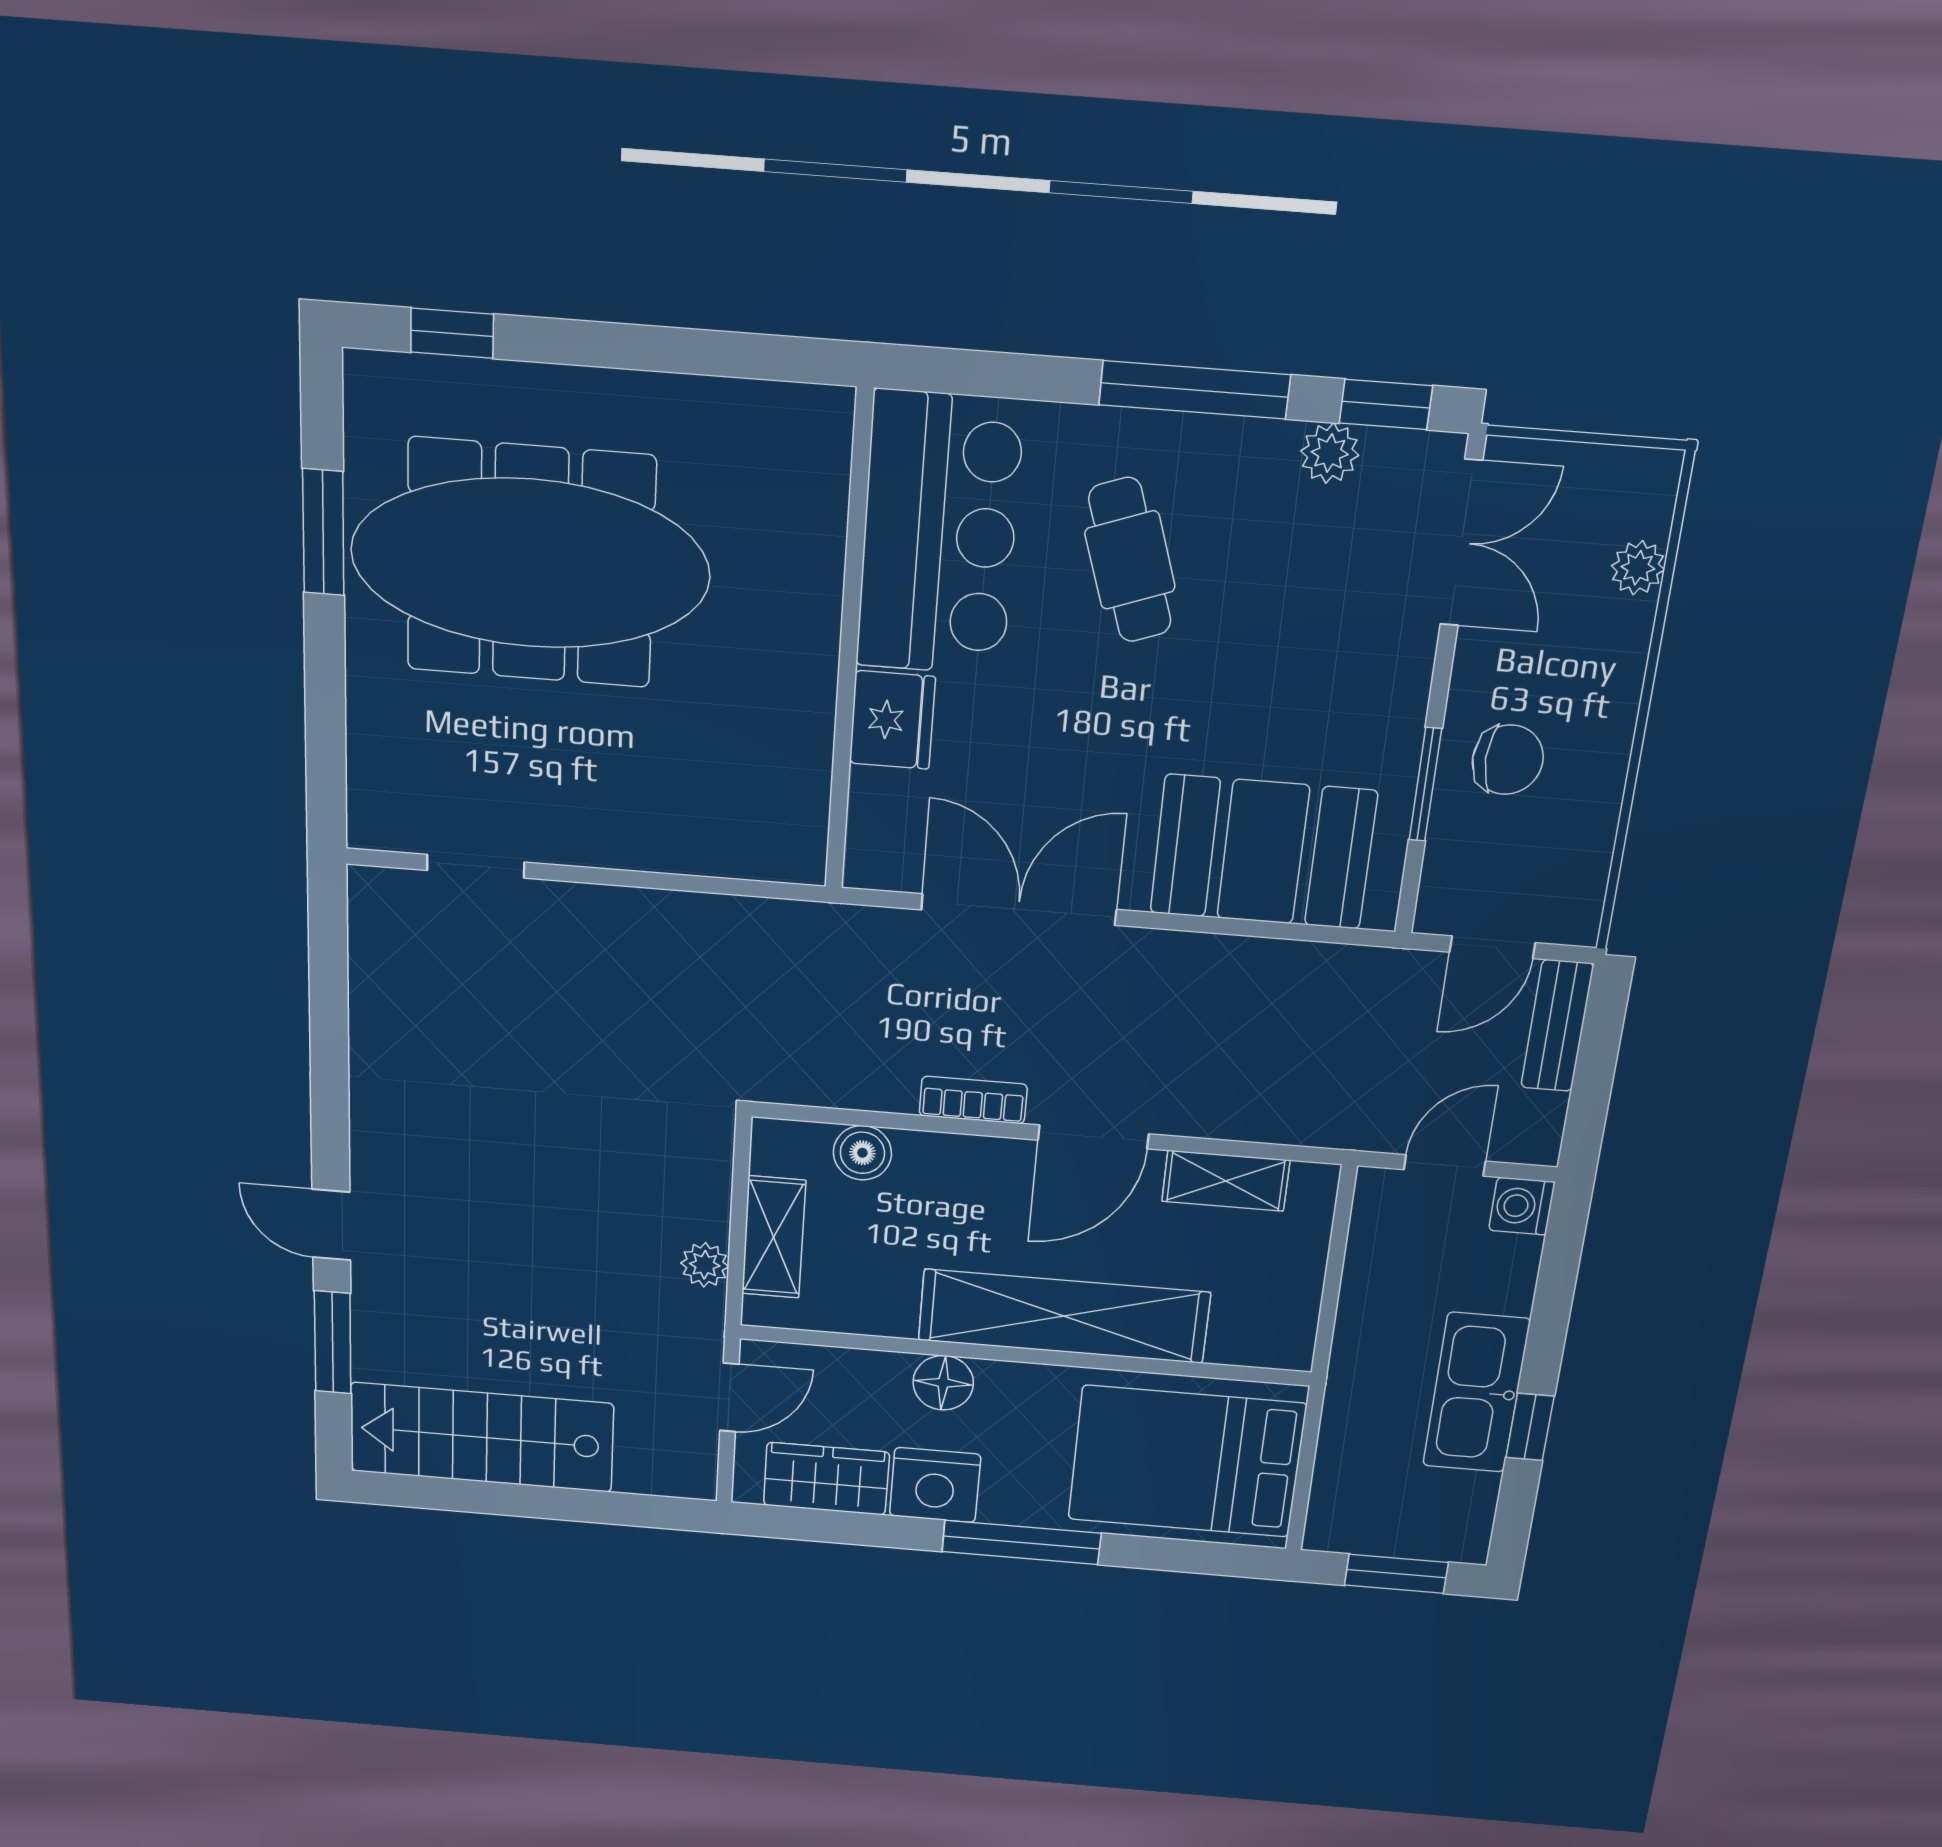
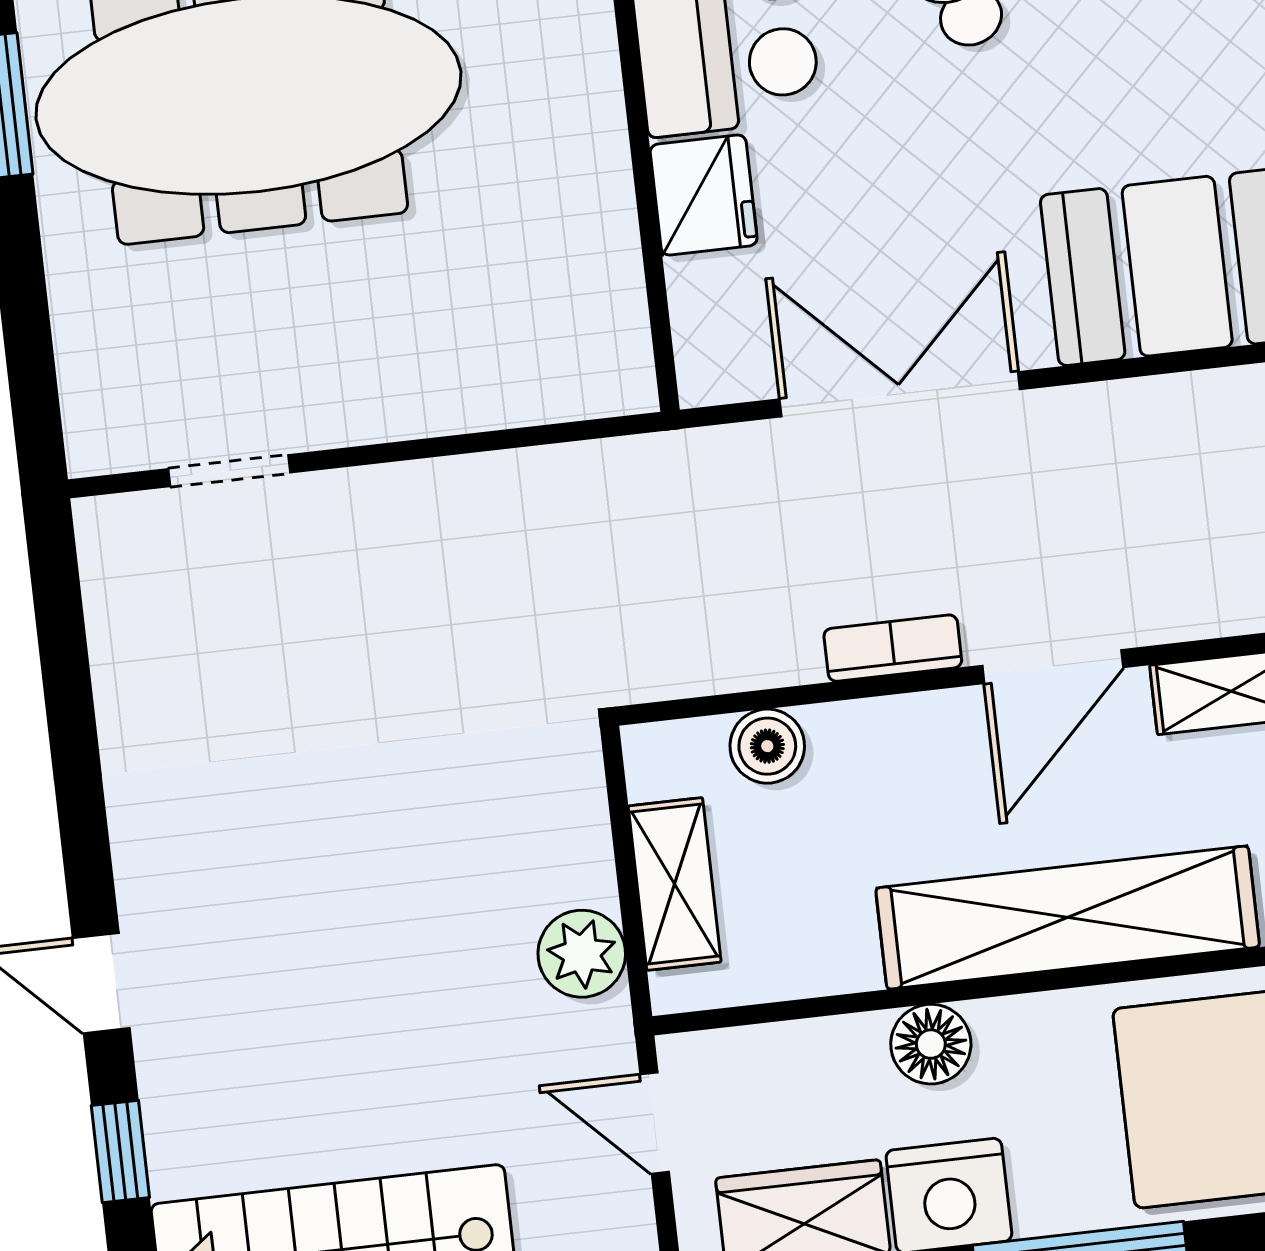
plant: (705, 1265) -> (582, 954), width x1.38, depth x1.38
window: (333, 1342) -> (120, 1152), width x0.67
door: (729, 1397) -> (655, 1123), swing flipped

